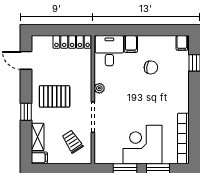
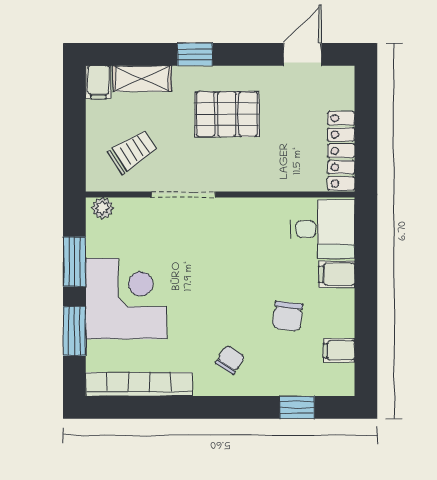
filing cabinet: (182, 43) -> (339, 350), moved
plant: (99, 88) -> (102, 208), moved
chair: (172, 95) -> (230, 360), added
pallet: (55, 96) -> (227, 114), turned 90

